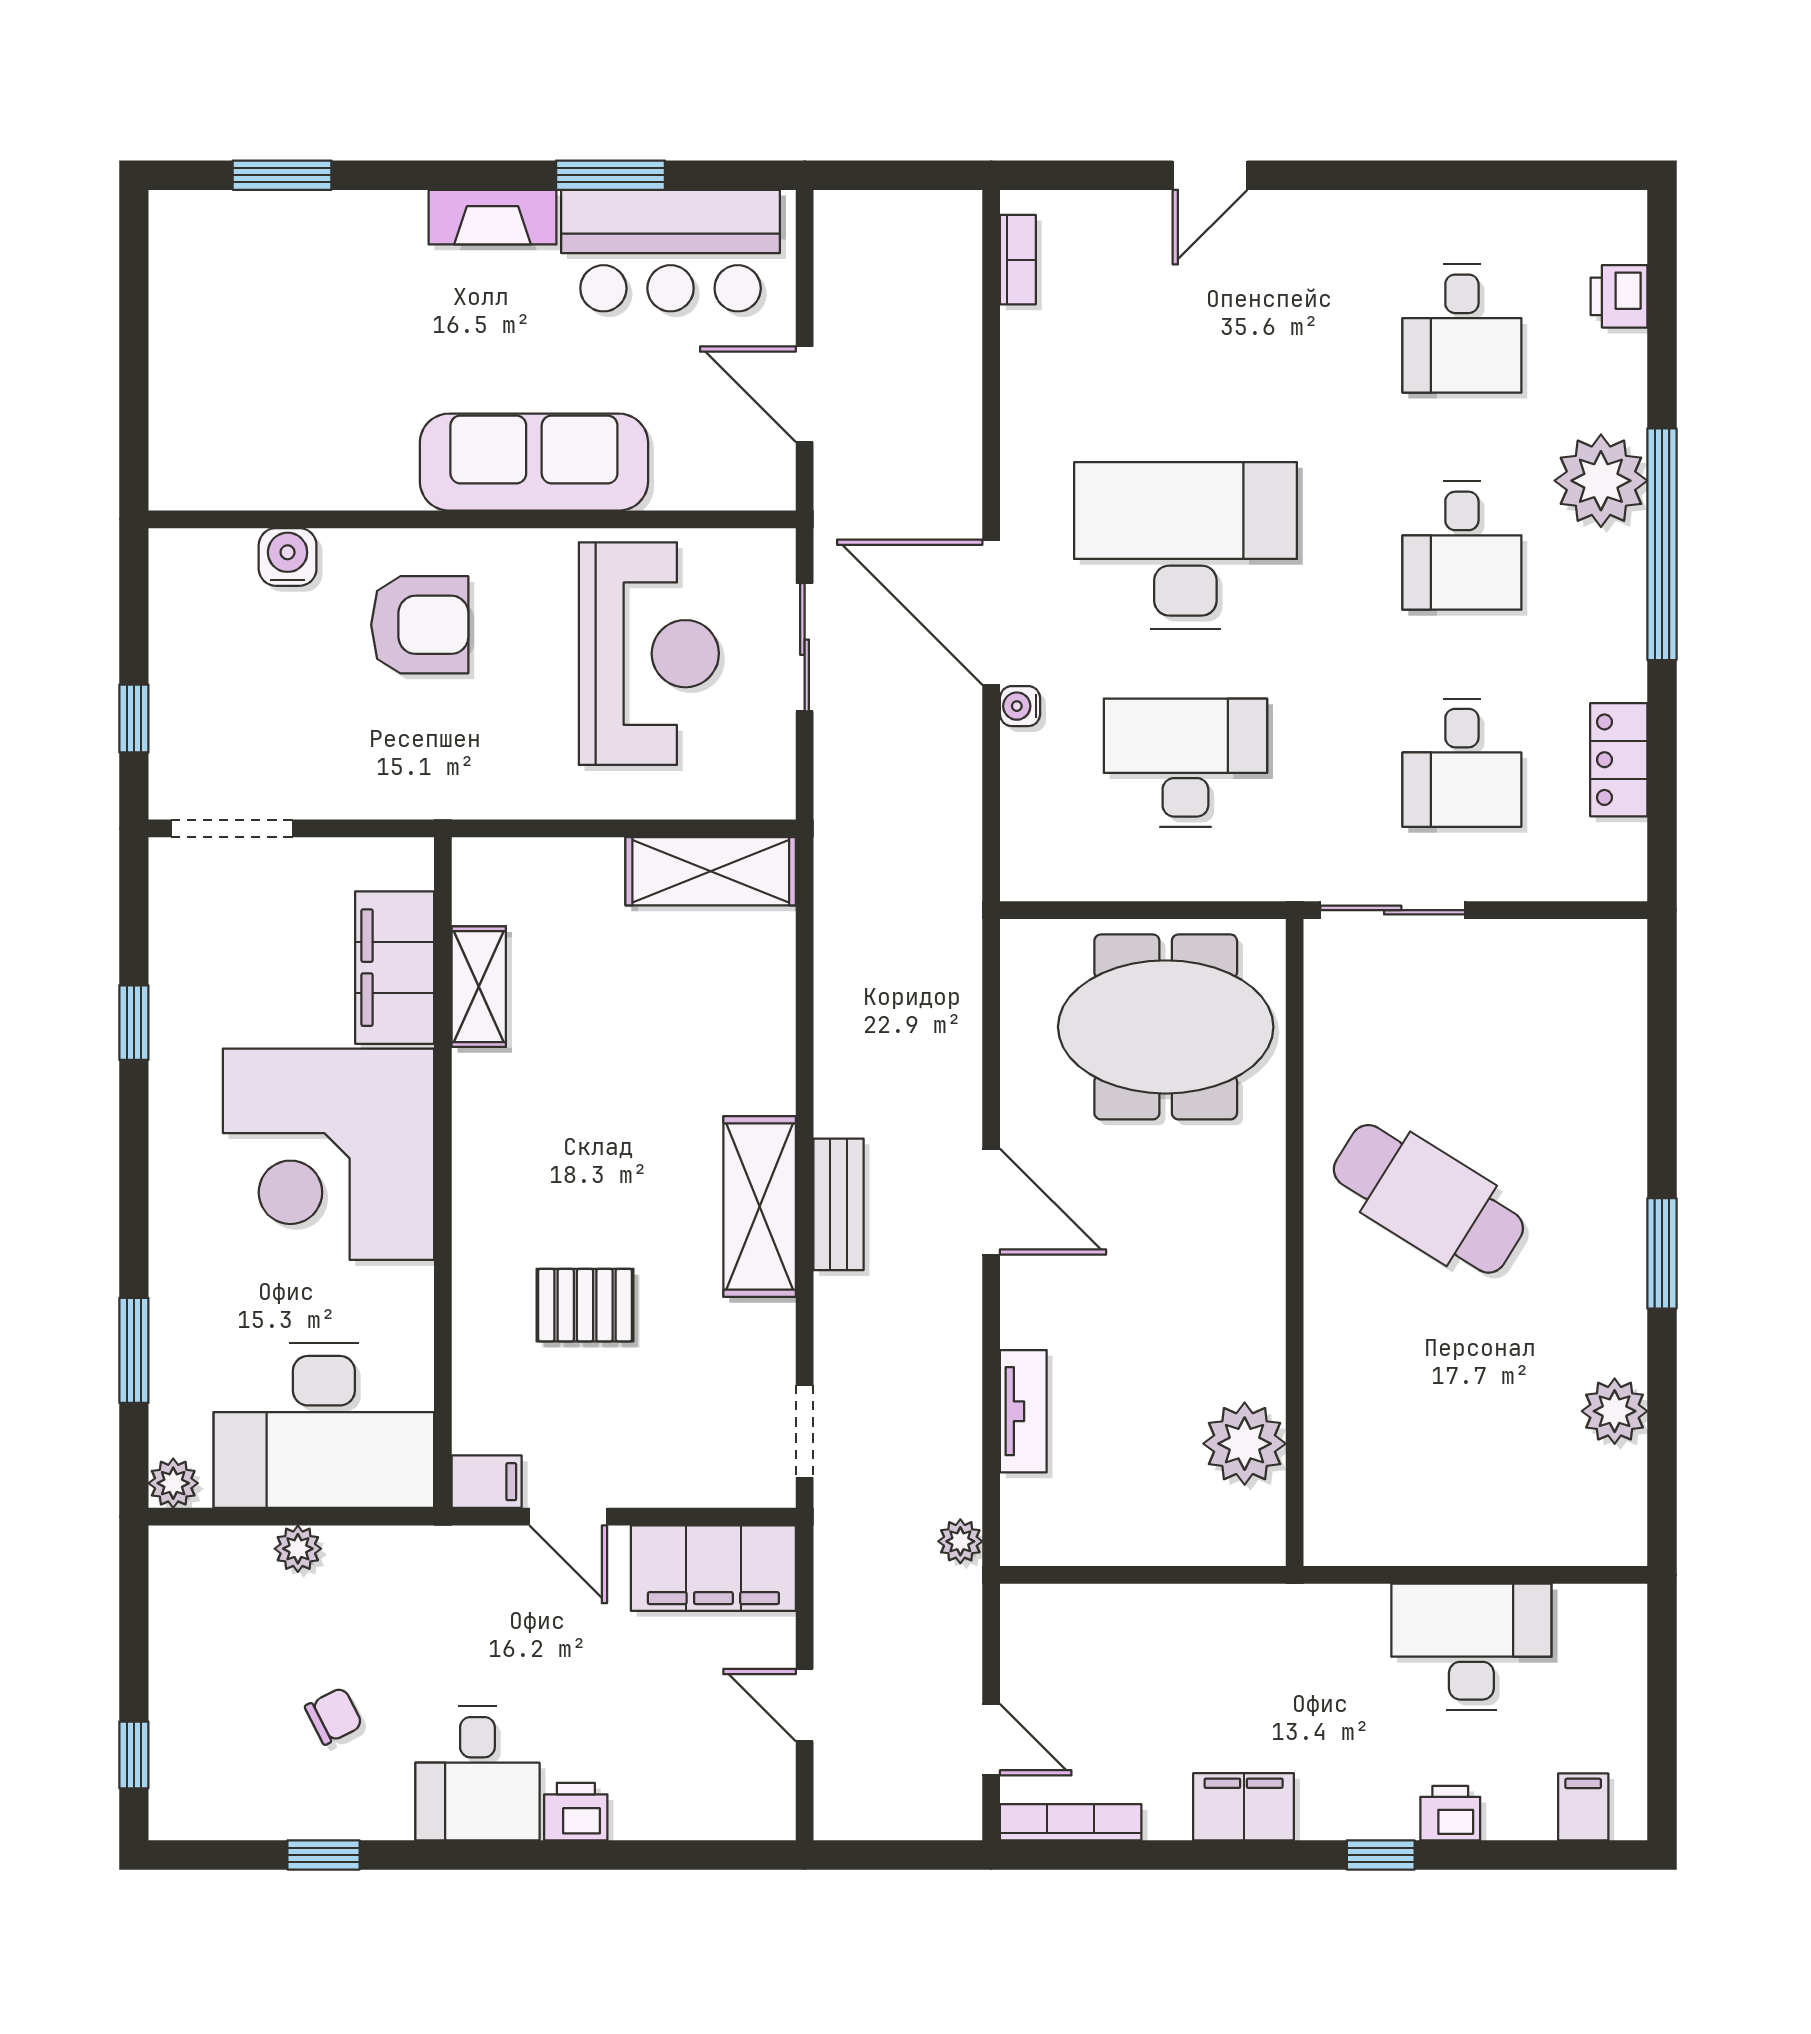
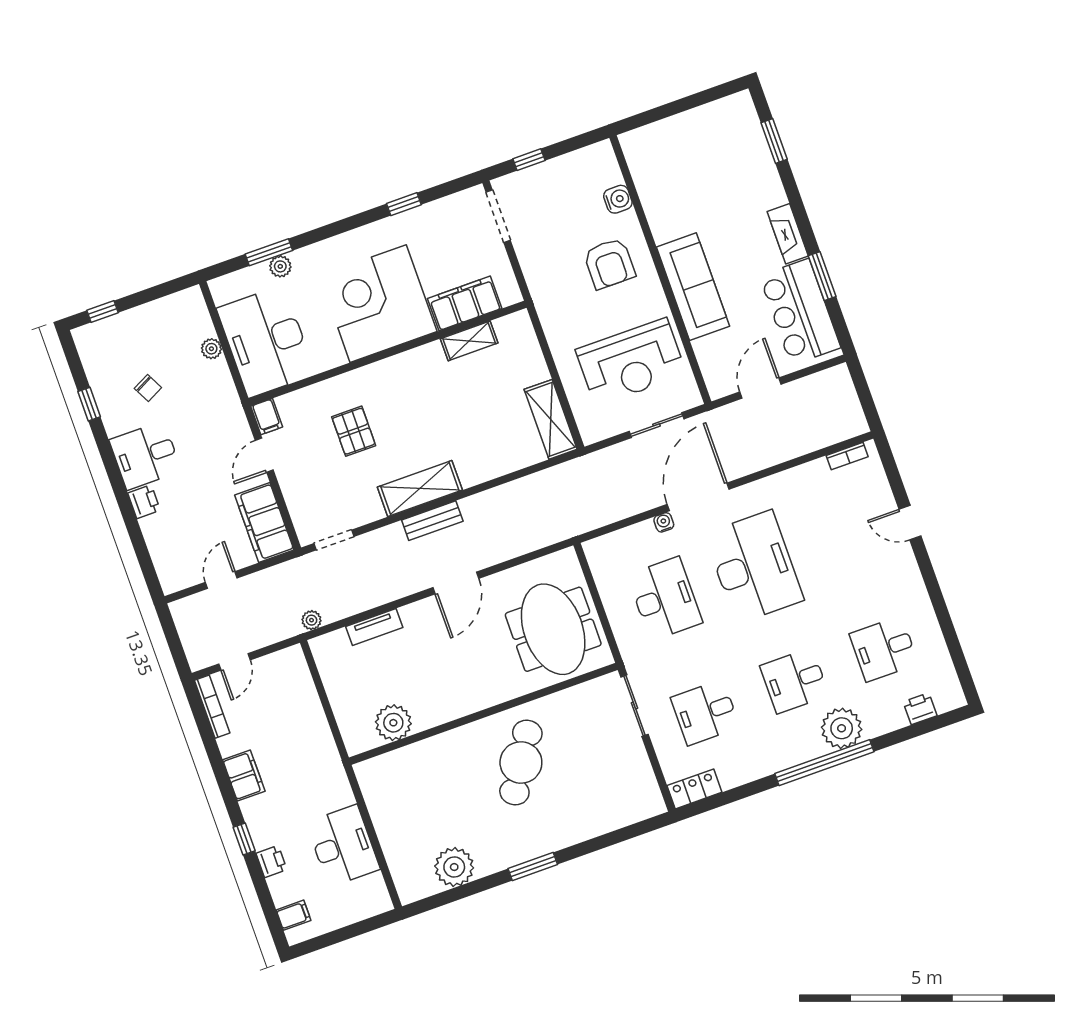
locker: (1619, 760) -> (694, 789), moved
plant: (1615, 1411) -> (454, 867), width x1.36, depth x1.36
plant: (173, 1483) -> (280, 266), moved

